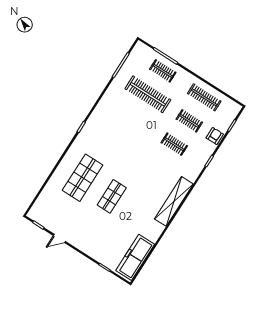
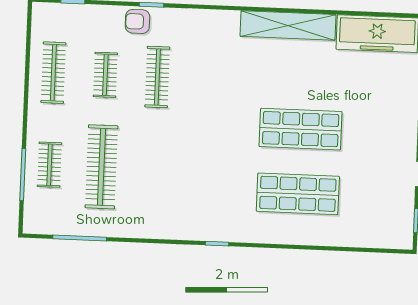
armchair: (215, 136) -> (137, 21), moved
clothes rail: (174, 144) -> (157, 77), width x1.36
shop shelf: (112, 196) -> (301, 129), width x1.43, depth x1.36
shelving: (174, 201) -> (288, 25), moved

